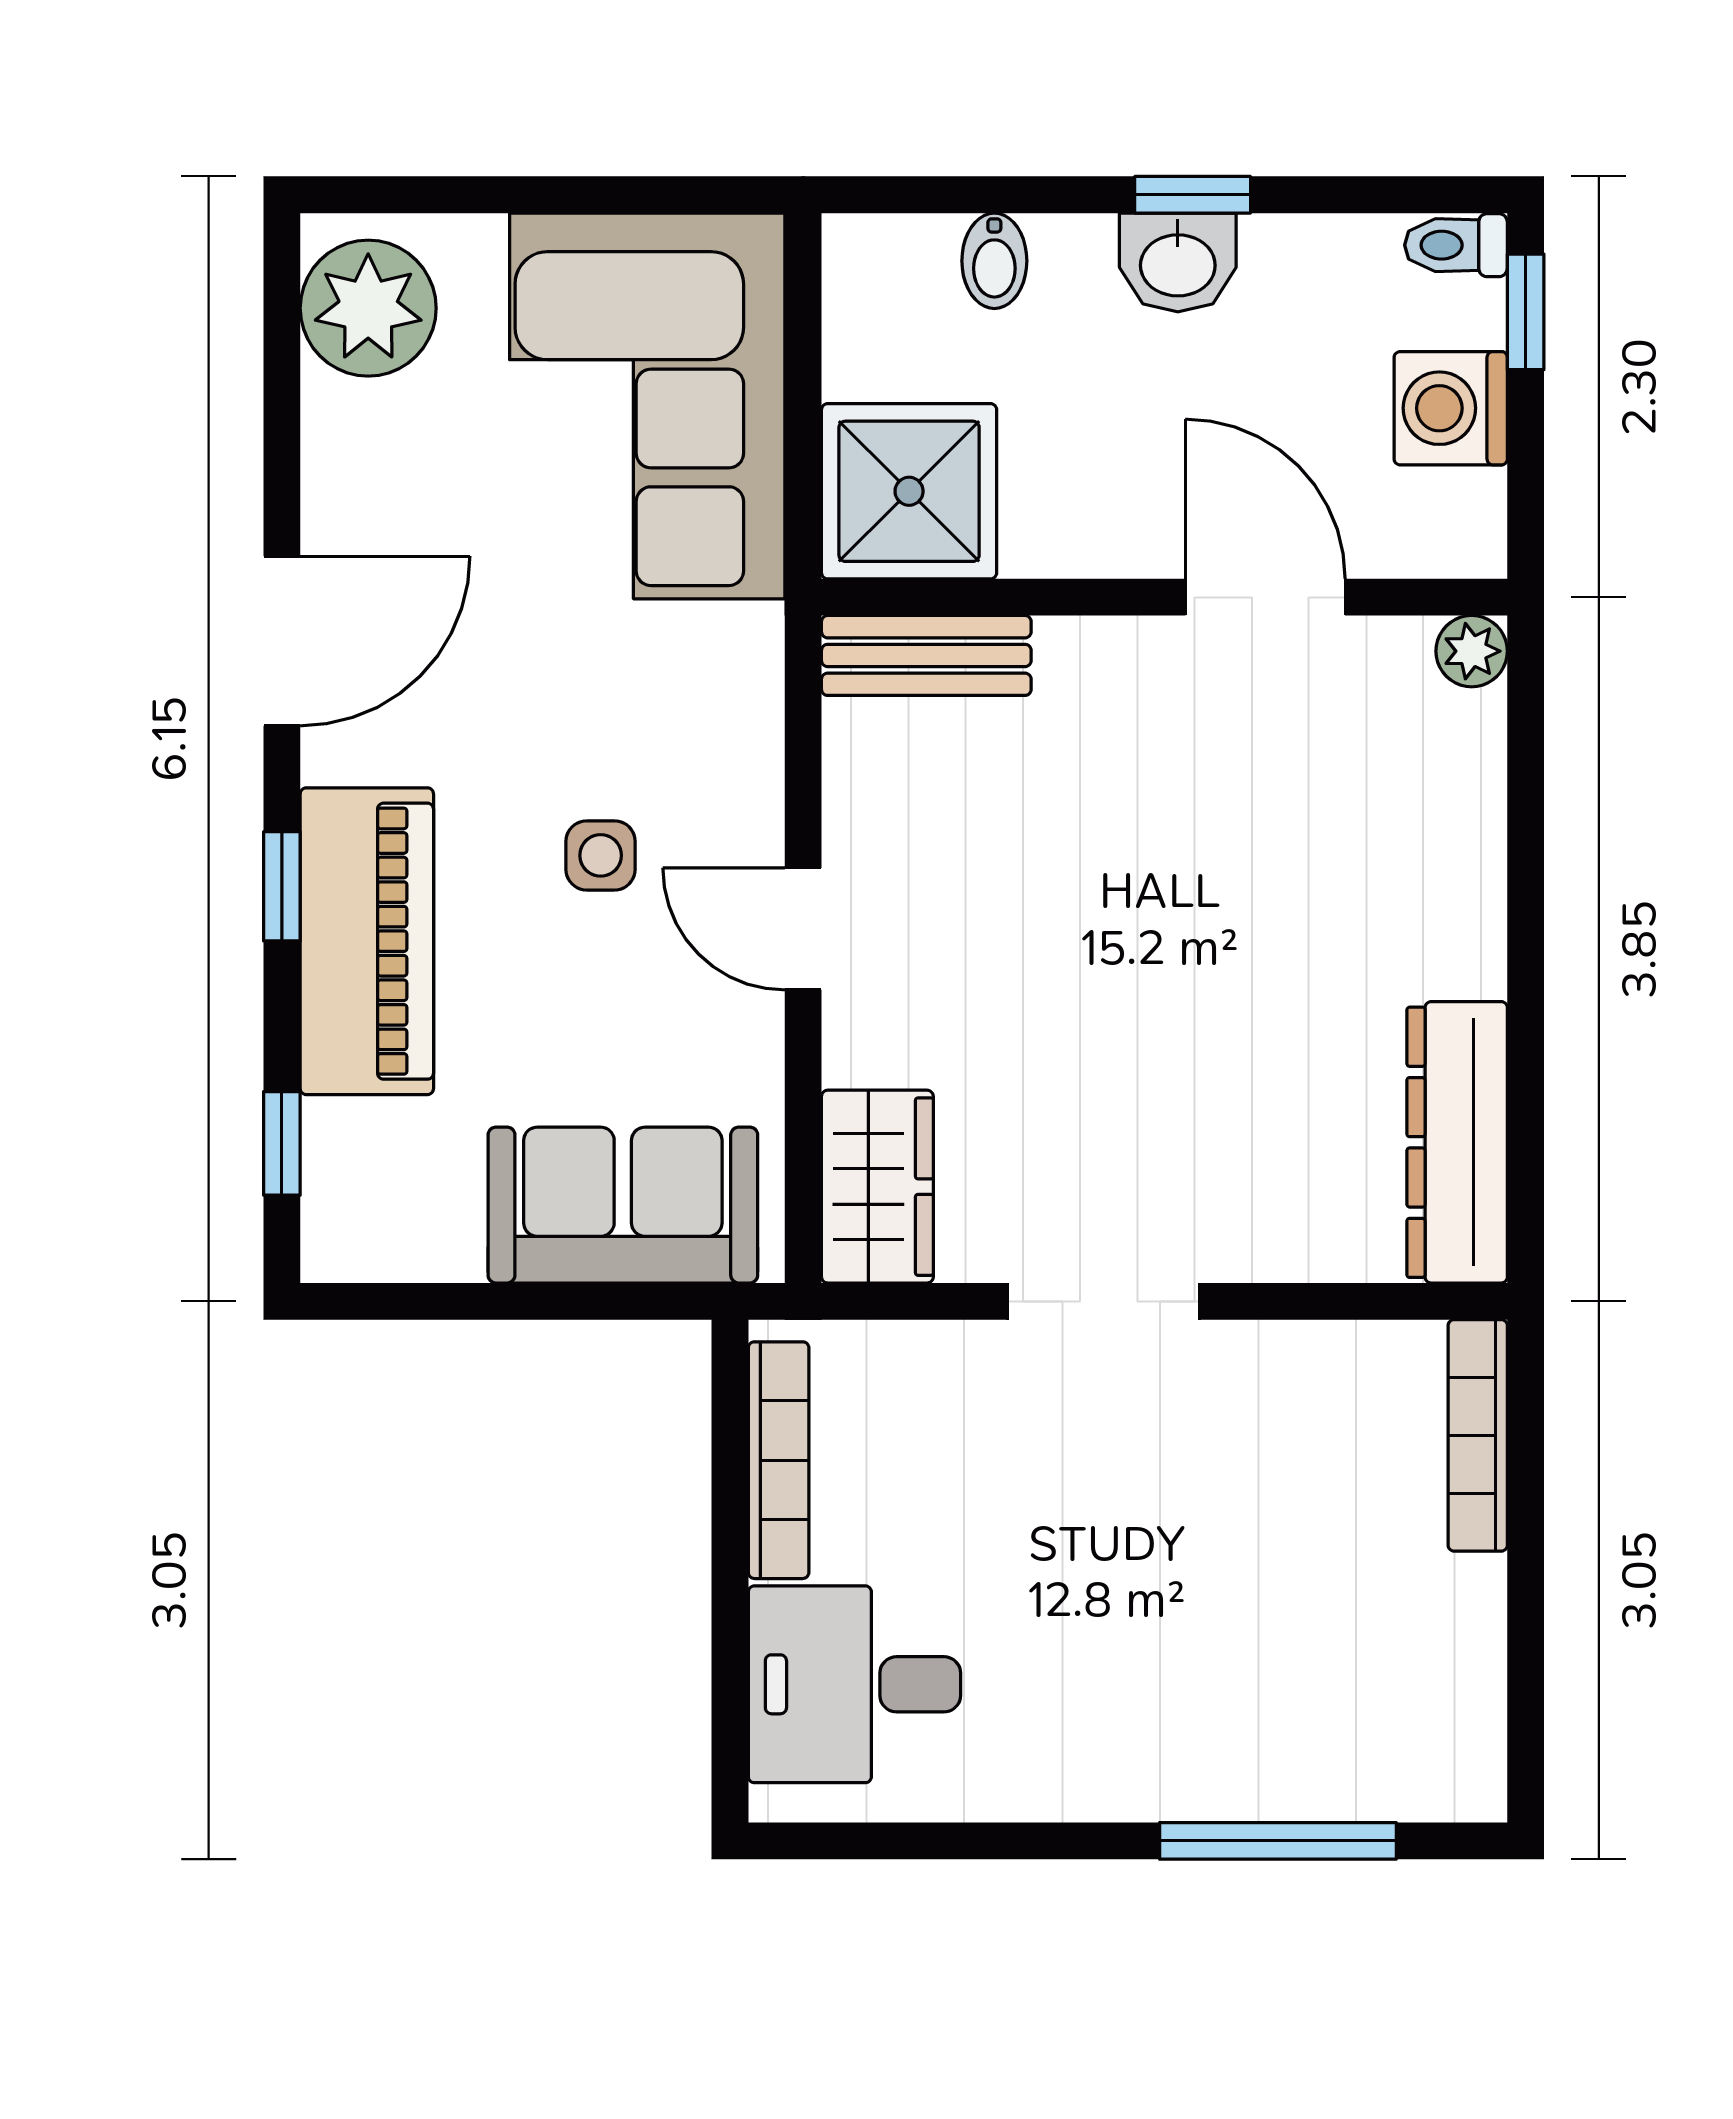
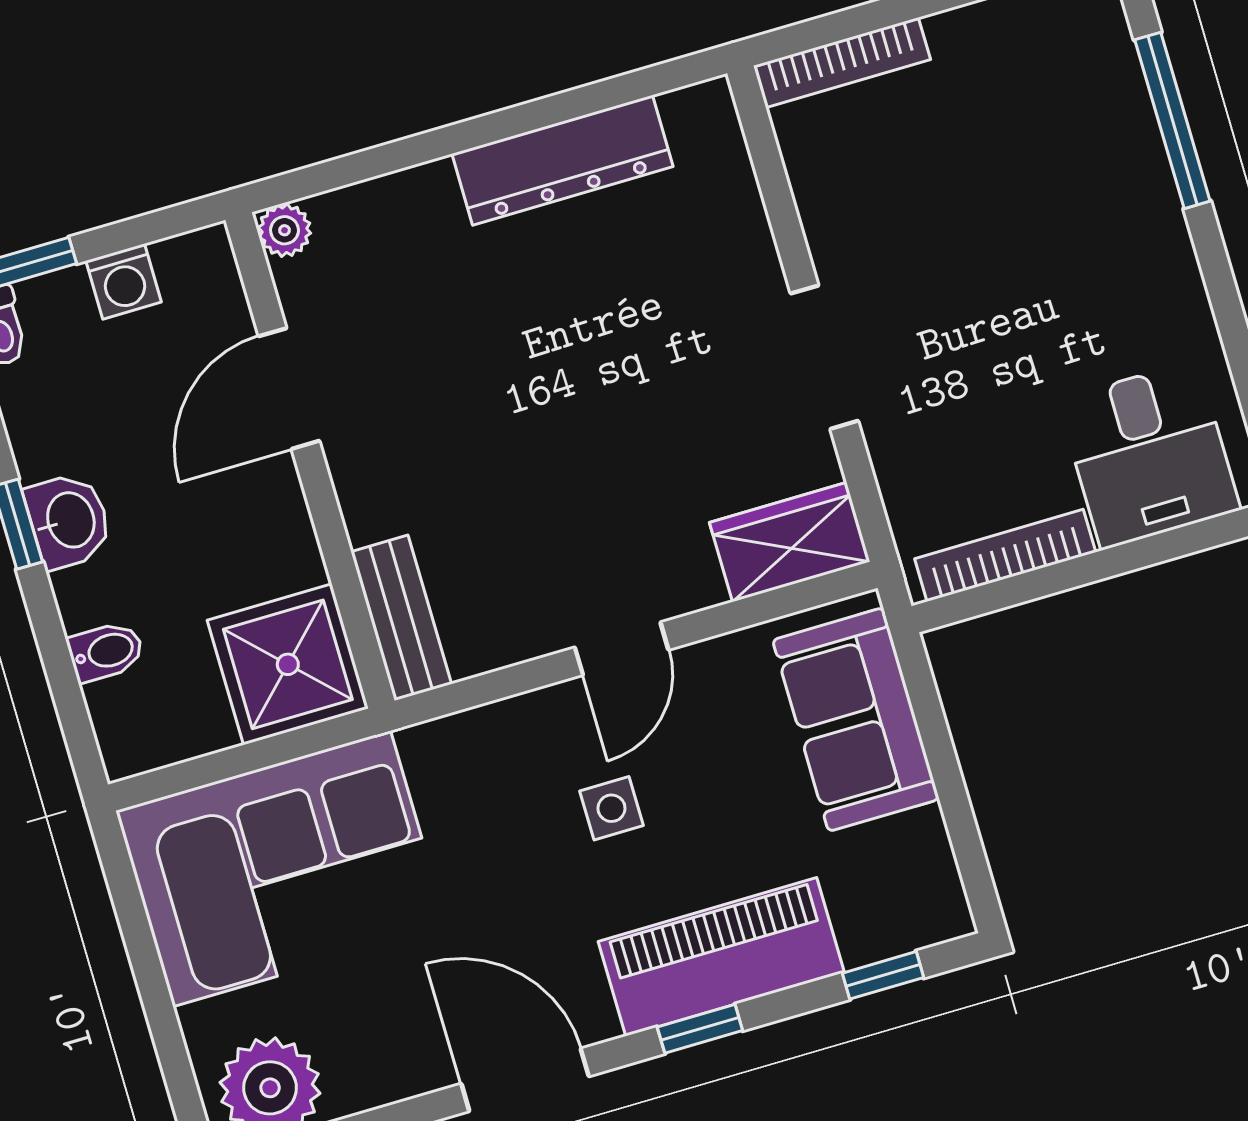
washing machine: (1451, 408) -> (124, 281), width x0.73, depth x0.73
dresser: (1457, 1142) -> (562, 160), moved

